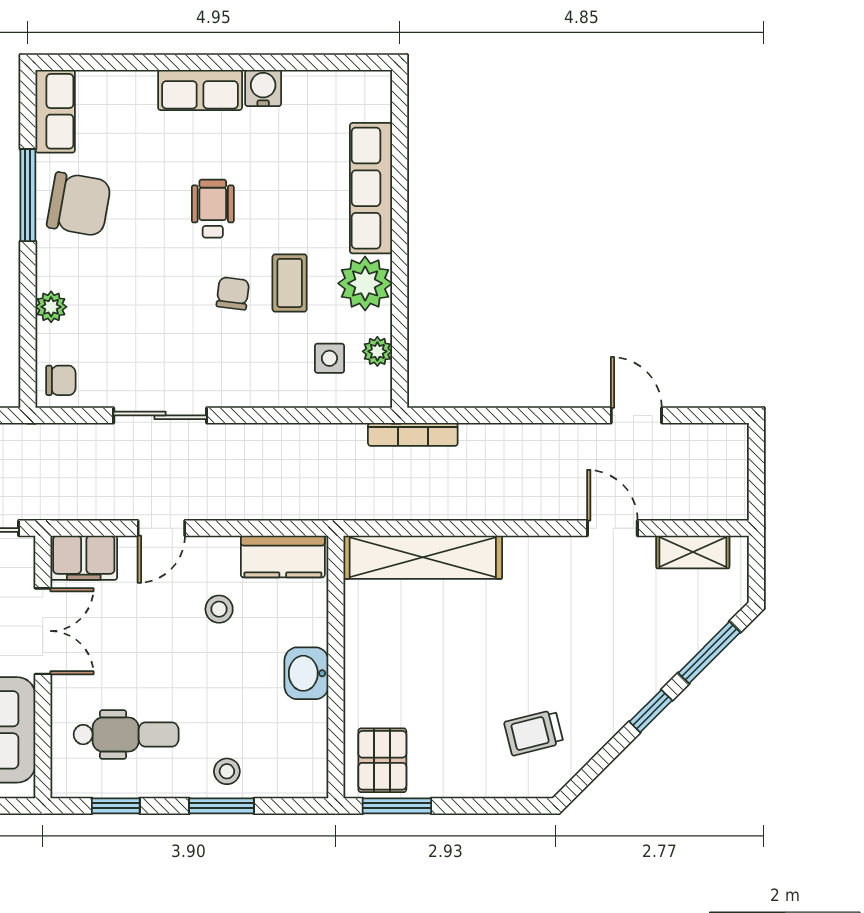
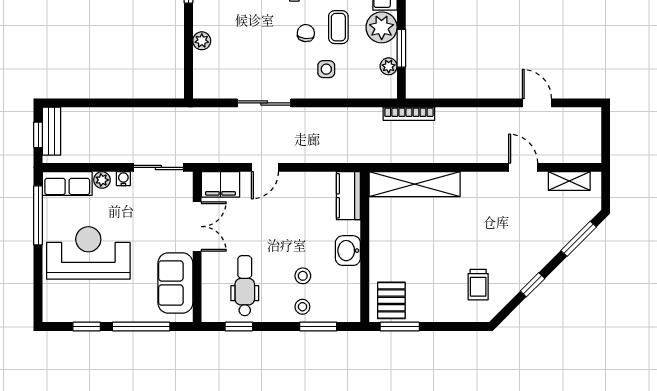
window: (400, 320) -> (401, 48), added
side table: (329, 358) -> (326, 69), moved
chair: (61, 380) -> (207, 83), removed
kitchen counter: (283, 556) -> (348, 196), moved, turned 90
stool: (219, 609) -> (303, 276), moved
window: (651, 711) -> (533, 285), moved
trolley: (534, 733) -> (478, 285), turned -76
dental chair: (126, 735) -> (245, 286), turned -90
window: (221, 806) -> (318, 327), moved

